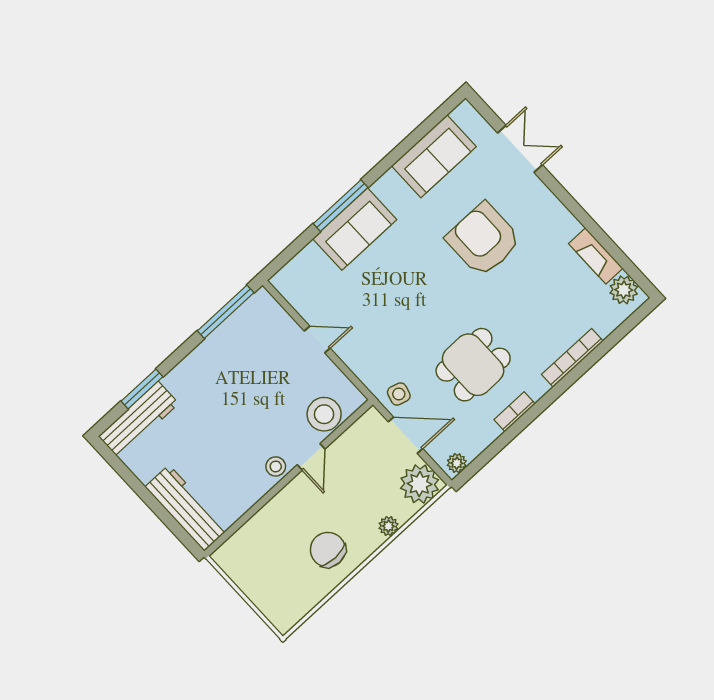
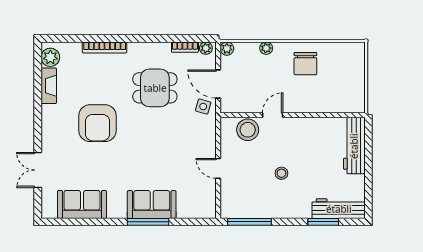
armchair: (483, 240) -> (98, 123), moved
bookcase: (515, 412) -> (185, 47), moved
stool: (276, 466) -> (281, 173), moved
plant: (420, 484) -> (227, 49), width x0.53, depth x0.53

